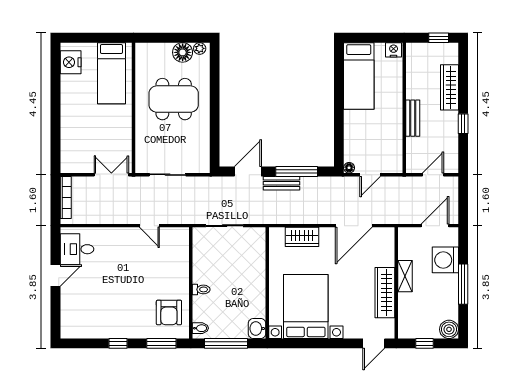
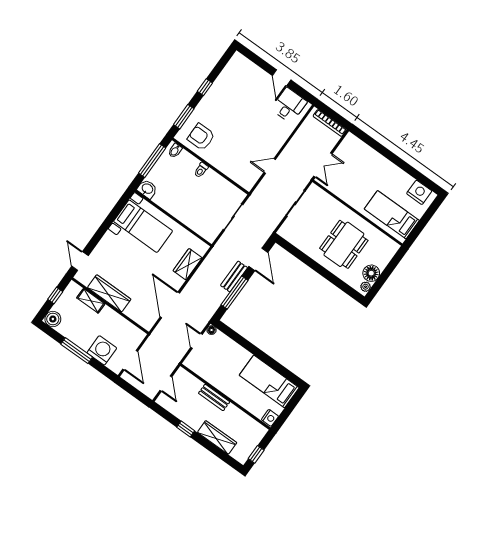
shelving: (405, 276) -> (91, 301), moved
bed with nightstands: (306, 307) -> (143, 226), width x0.73

